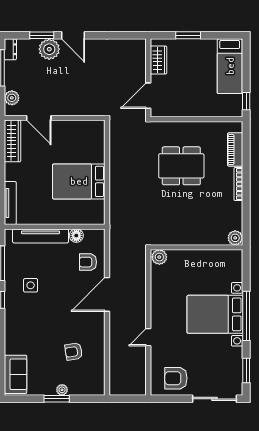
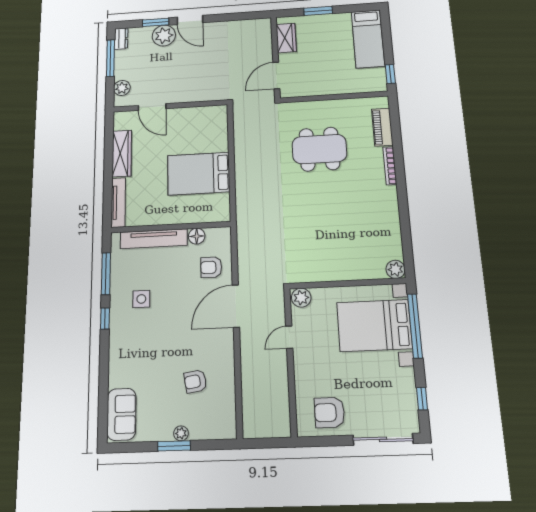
wardrobe: (13, 141) -> (122, 153), moved
plant: (235, 238) -> (396, 269), moved
wall: (196, 247) -> (347, 283), moved
plant: (159, 257) -> (301, 298), moved
door: (148, 337) -> (289, 337), moved
window: (246, 371) -> (422, 399), width x0.67

